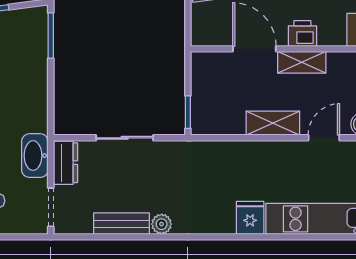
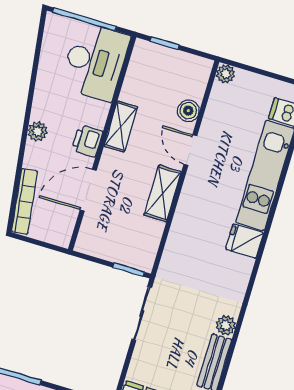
shelving: (302, 62) -> (121, 127), moved
sliding door: (125, 138) -> (142, 313), moved

